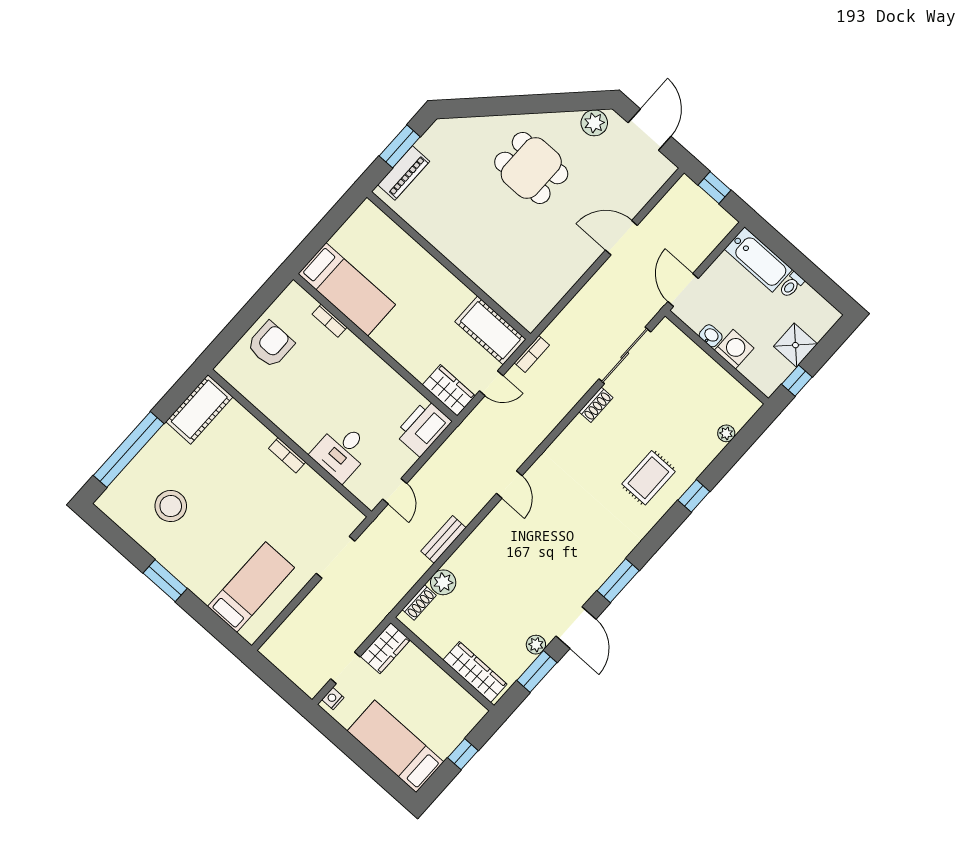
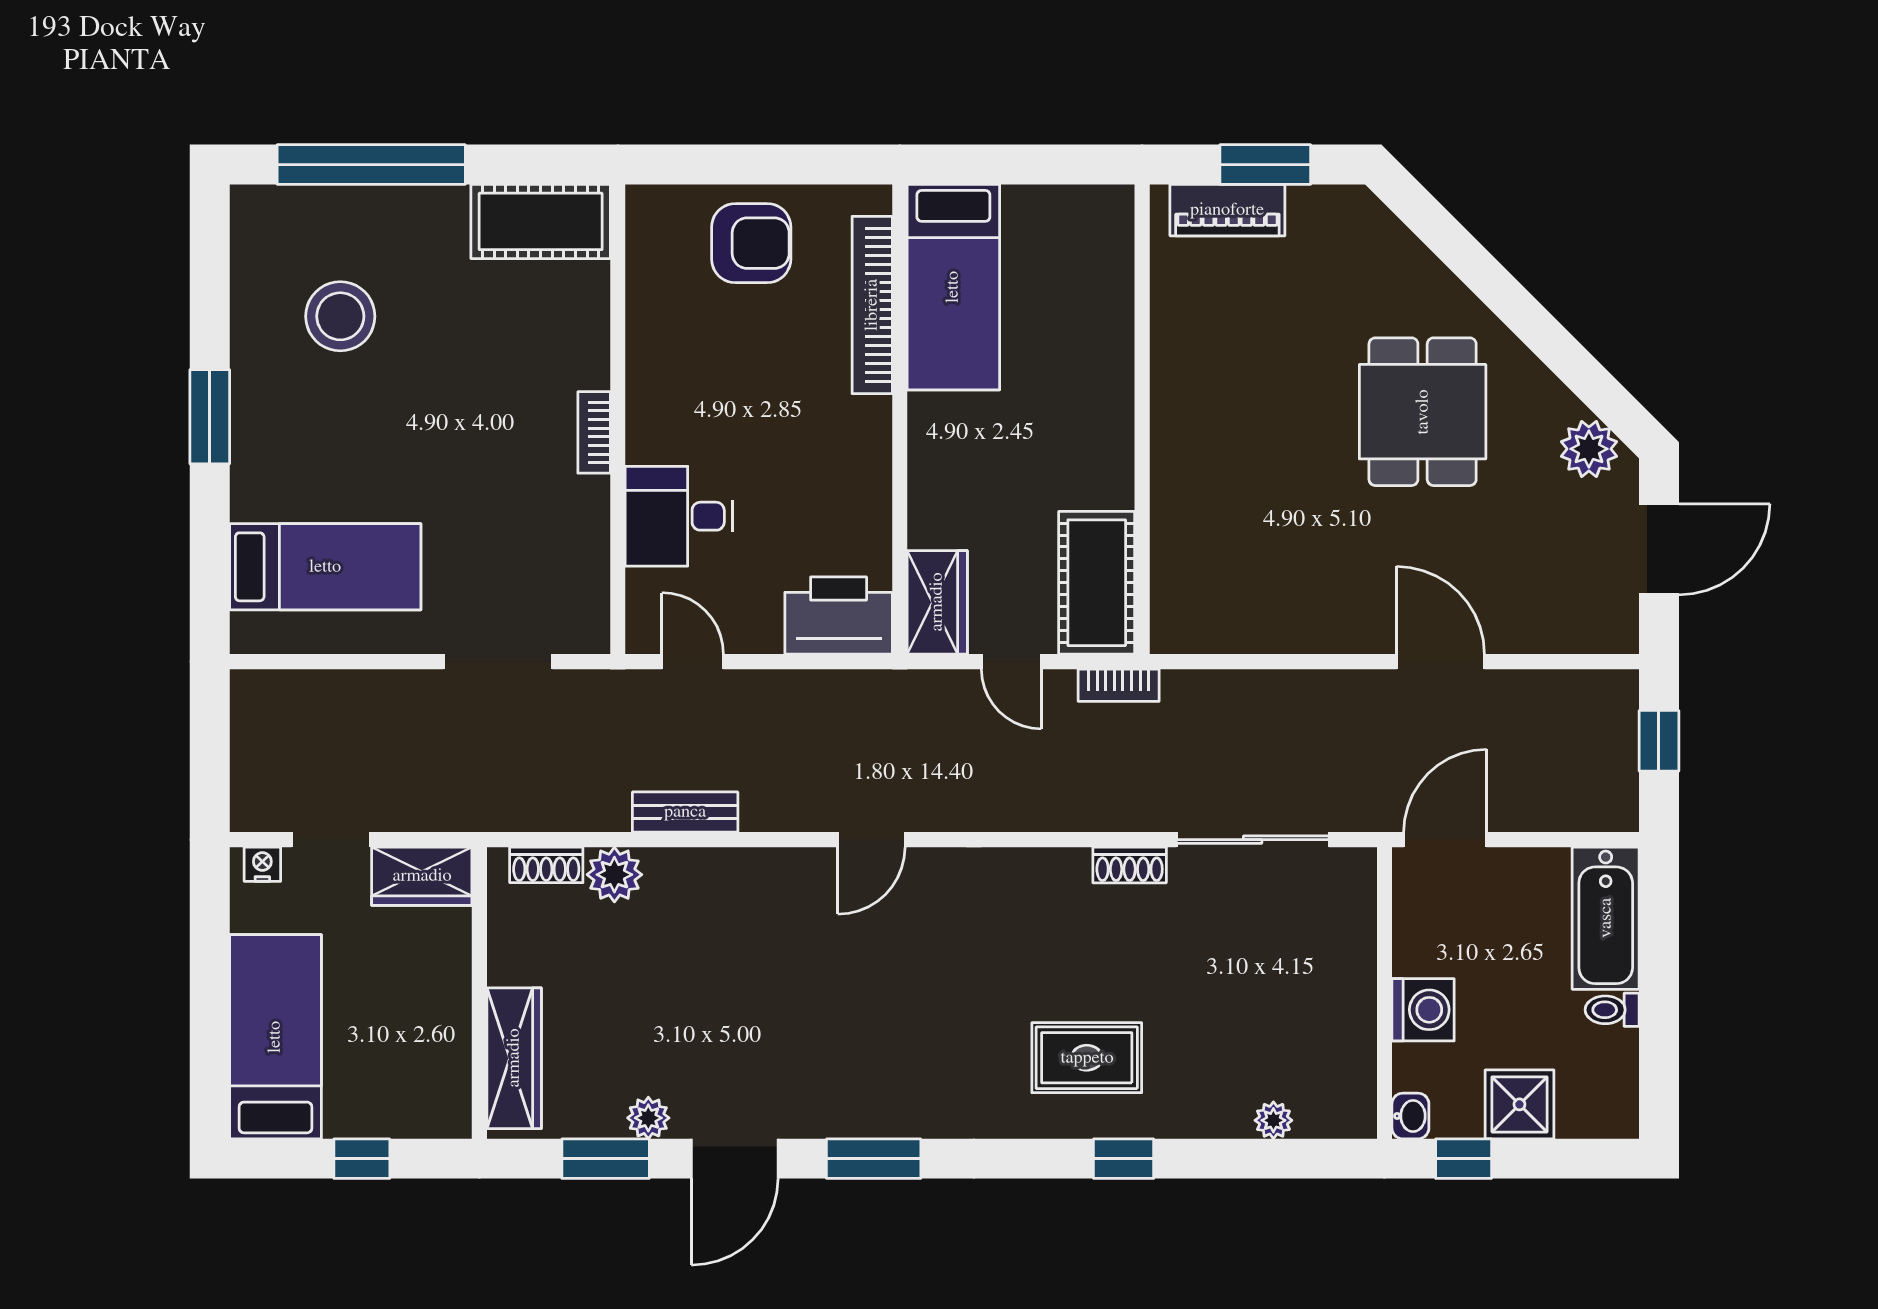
bookcase: (330, 321) -> (872, 305), width x2.31, depth x1.31
washbasin: (711, 336) -> (1410, 1116), moved
door: (395, 491) -> (693, 662), swing flipped

